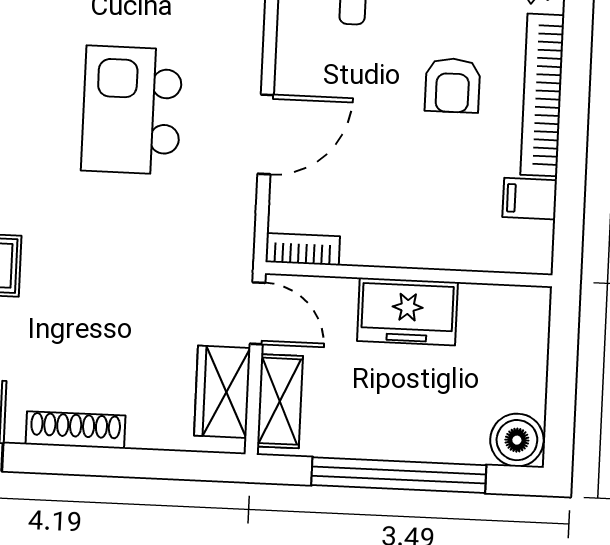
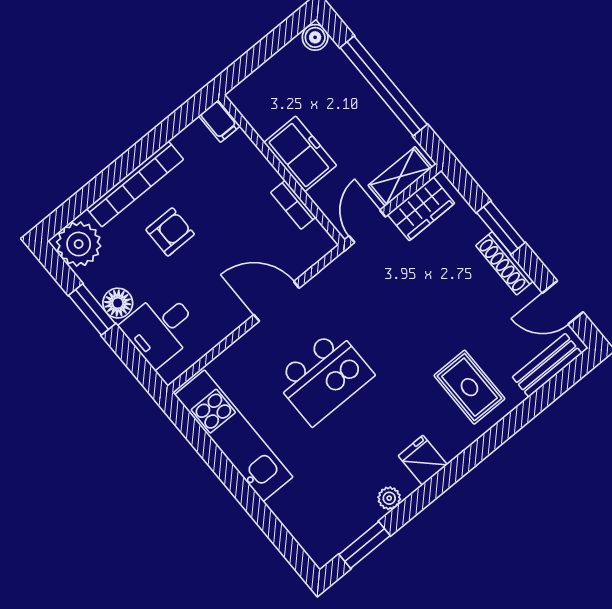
filing cabinet: (530, 199) -> (219, 121), moved
bookcase: (303, 249) -> (293, 205), moved
boiler: (517, 440) -> (315, 37), width x0.73, depth x0.73
window: (120, 462) -> (501, 228), added

